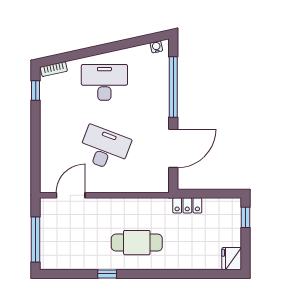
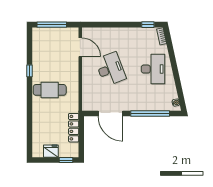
desk: (104, 148) -> (110, 69), turned -42
locker: (187, 205) -> (74, 128), width x1.53
cafe table: (137, 243) -> (50, 90), turned 90
fridge: (232, 259) -> (51, 151), moved

